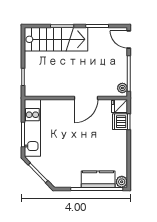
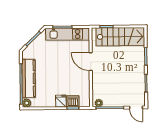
stairs: (56, 39) -> (120, 37), moved, turned -90
door: (129, 39) -> (136, 108), swing flipped
door: (86, 98) -> (91, 62), moved
fridge: (120, 106) -> (61, 101), moved
kitchen counter: (98, 179) -> (29, 78), width x1.50

